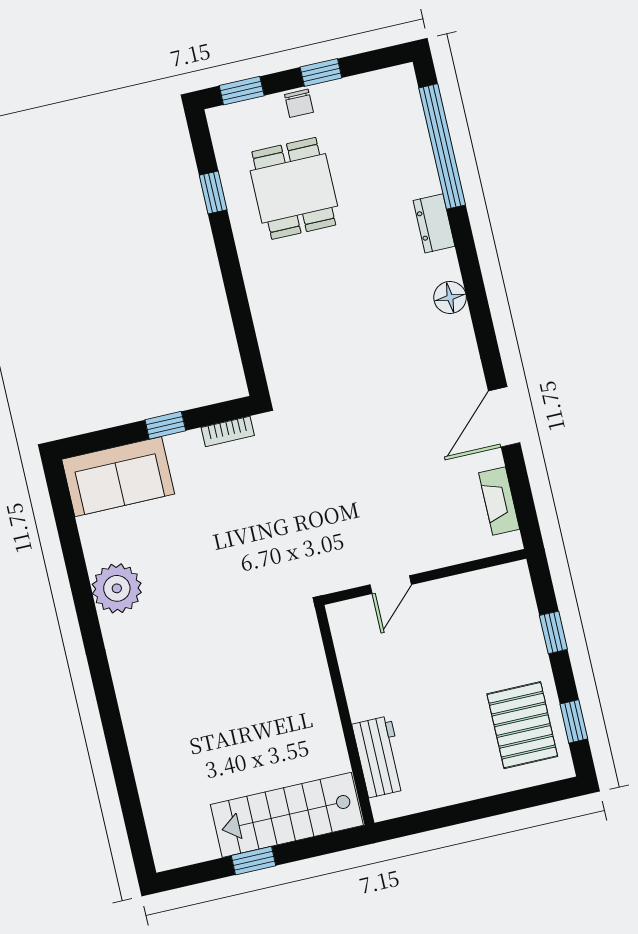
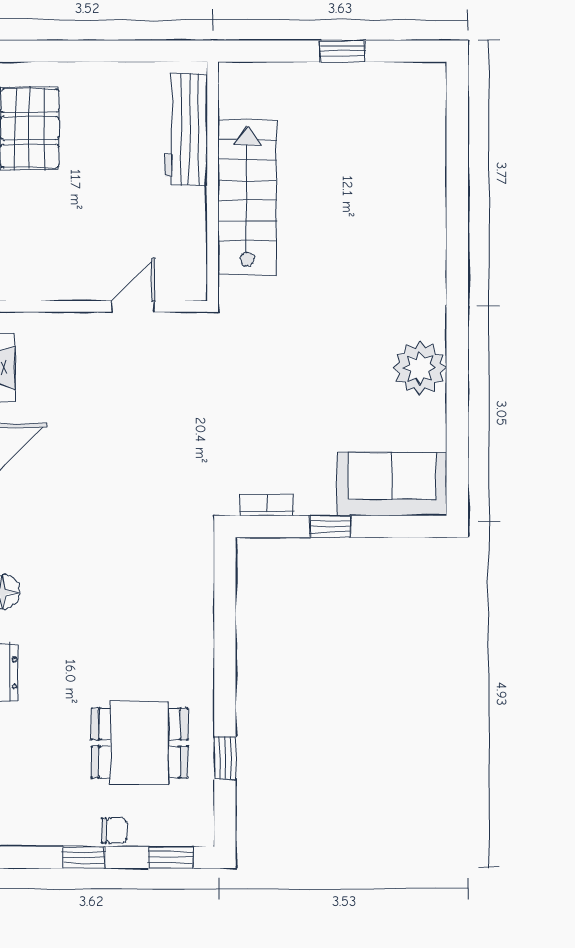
chair: (299, 103) -> (114, 830), turned 90
dining table: (294, 188) -> (140, 743), turned 90
workbench: (379, 757) -> (186, 129), width x1.38
stairs: (287, 815) -> (247, 197), moved, turned -90

